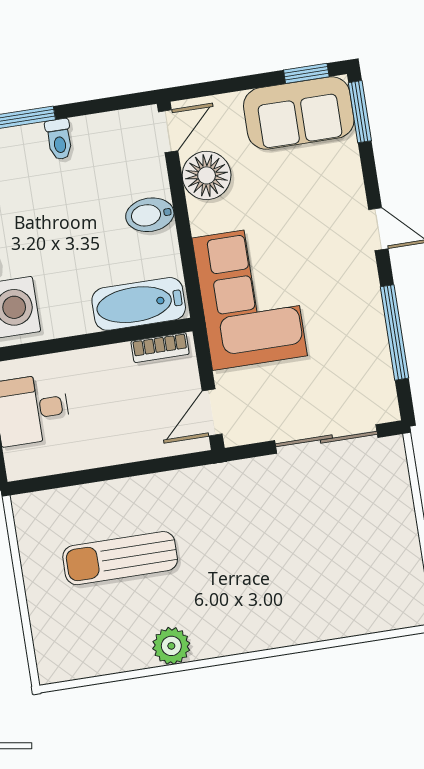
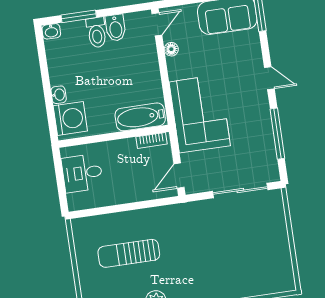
toilet: (59, 139) -> (97, 32), width x1.37, depth x1.39
floor lamp: (207, 175) -> (171, 49), width x0.53, depth x0.53
bidet: (150, 215) -> (116, 28), moved, turned -90

